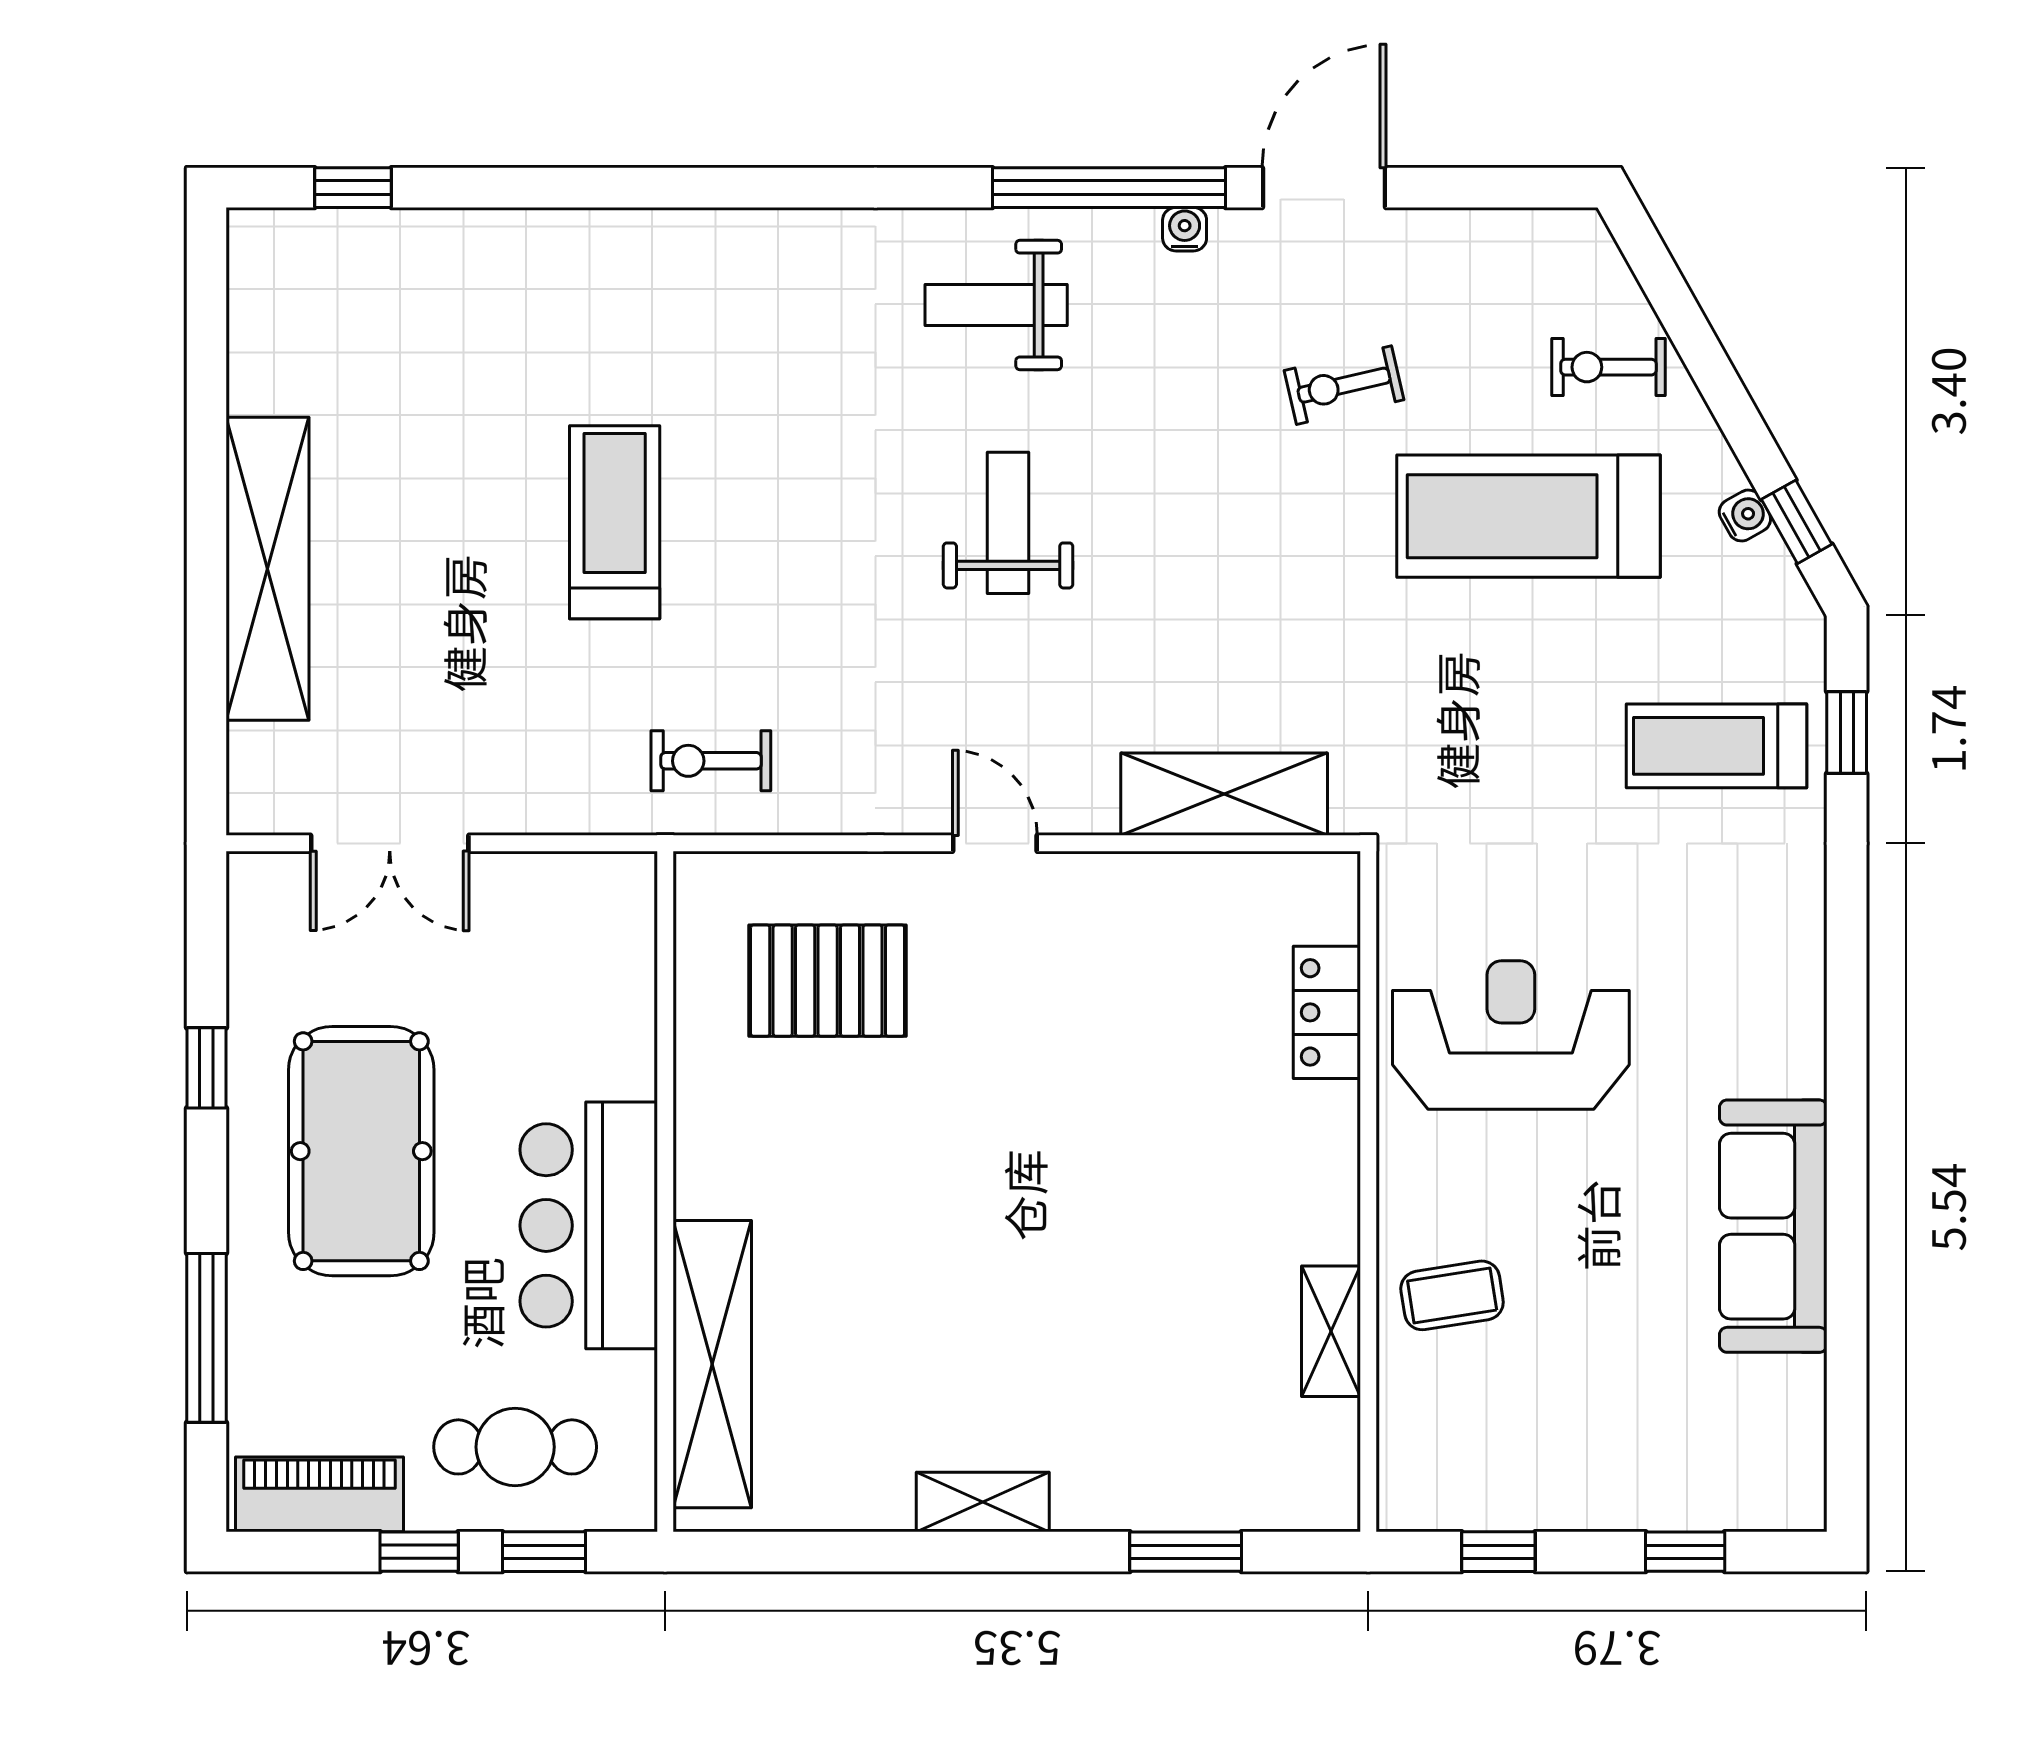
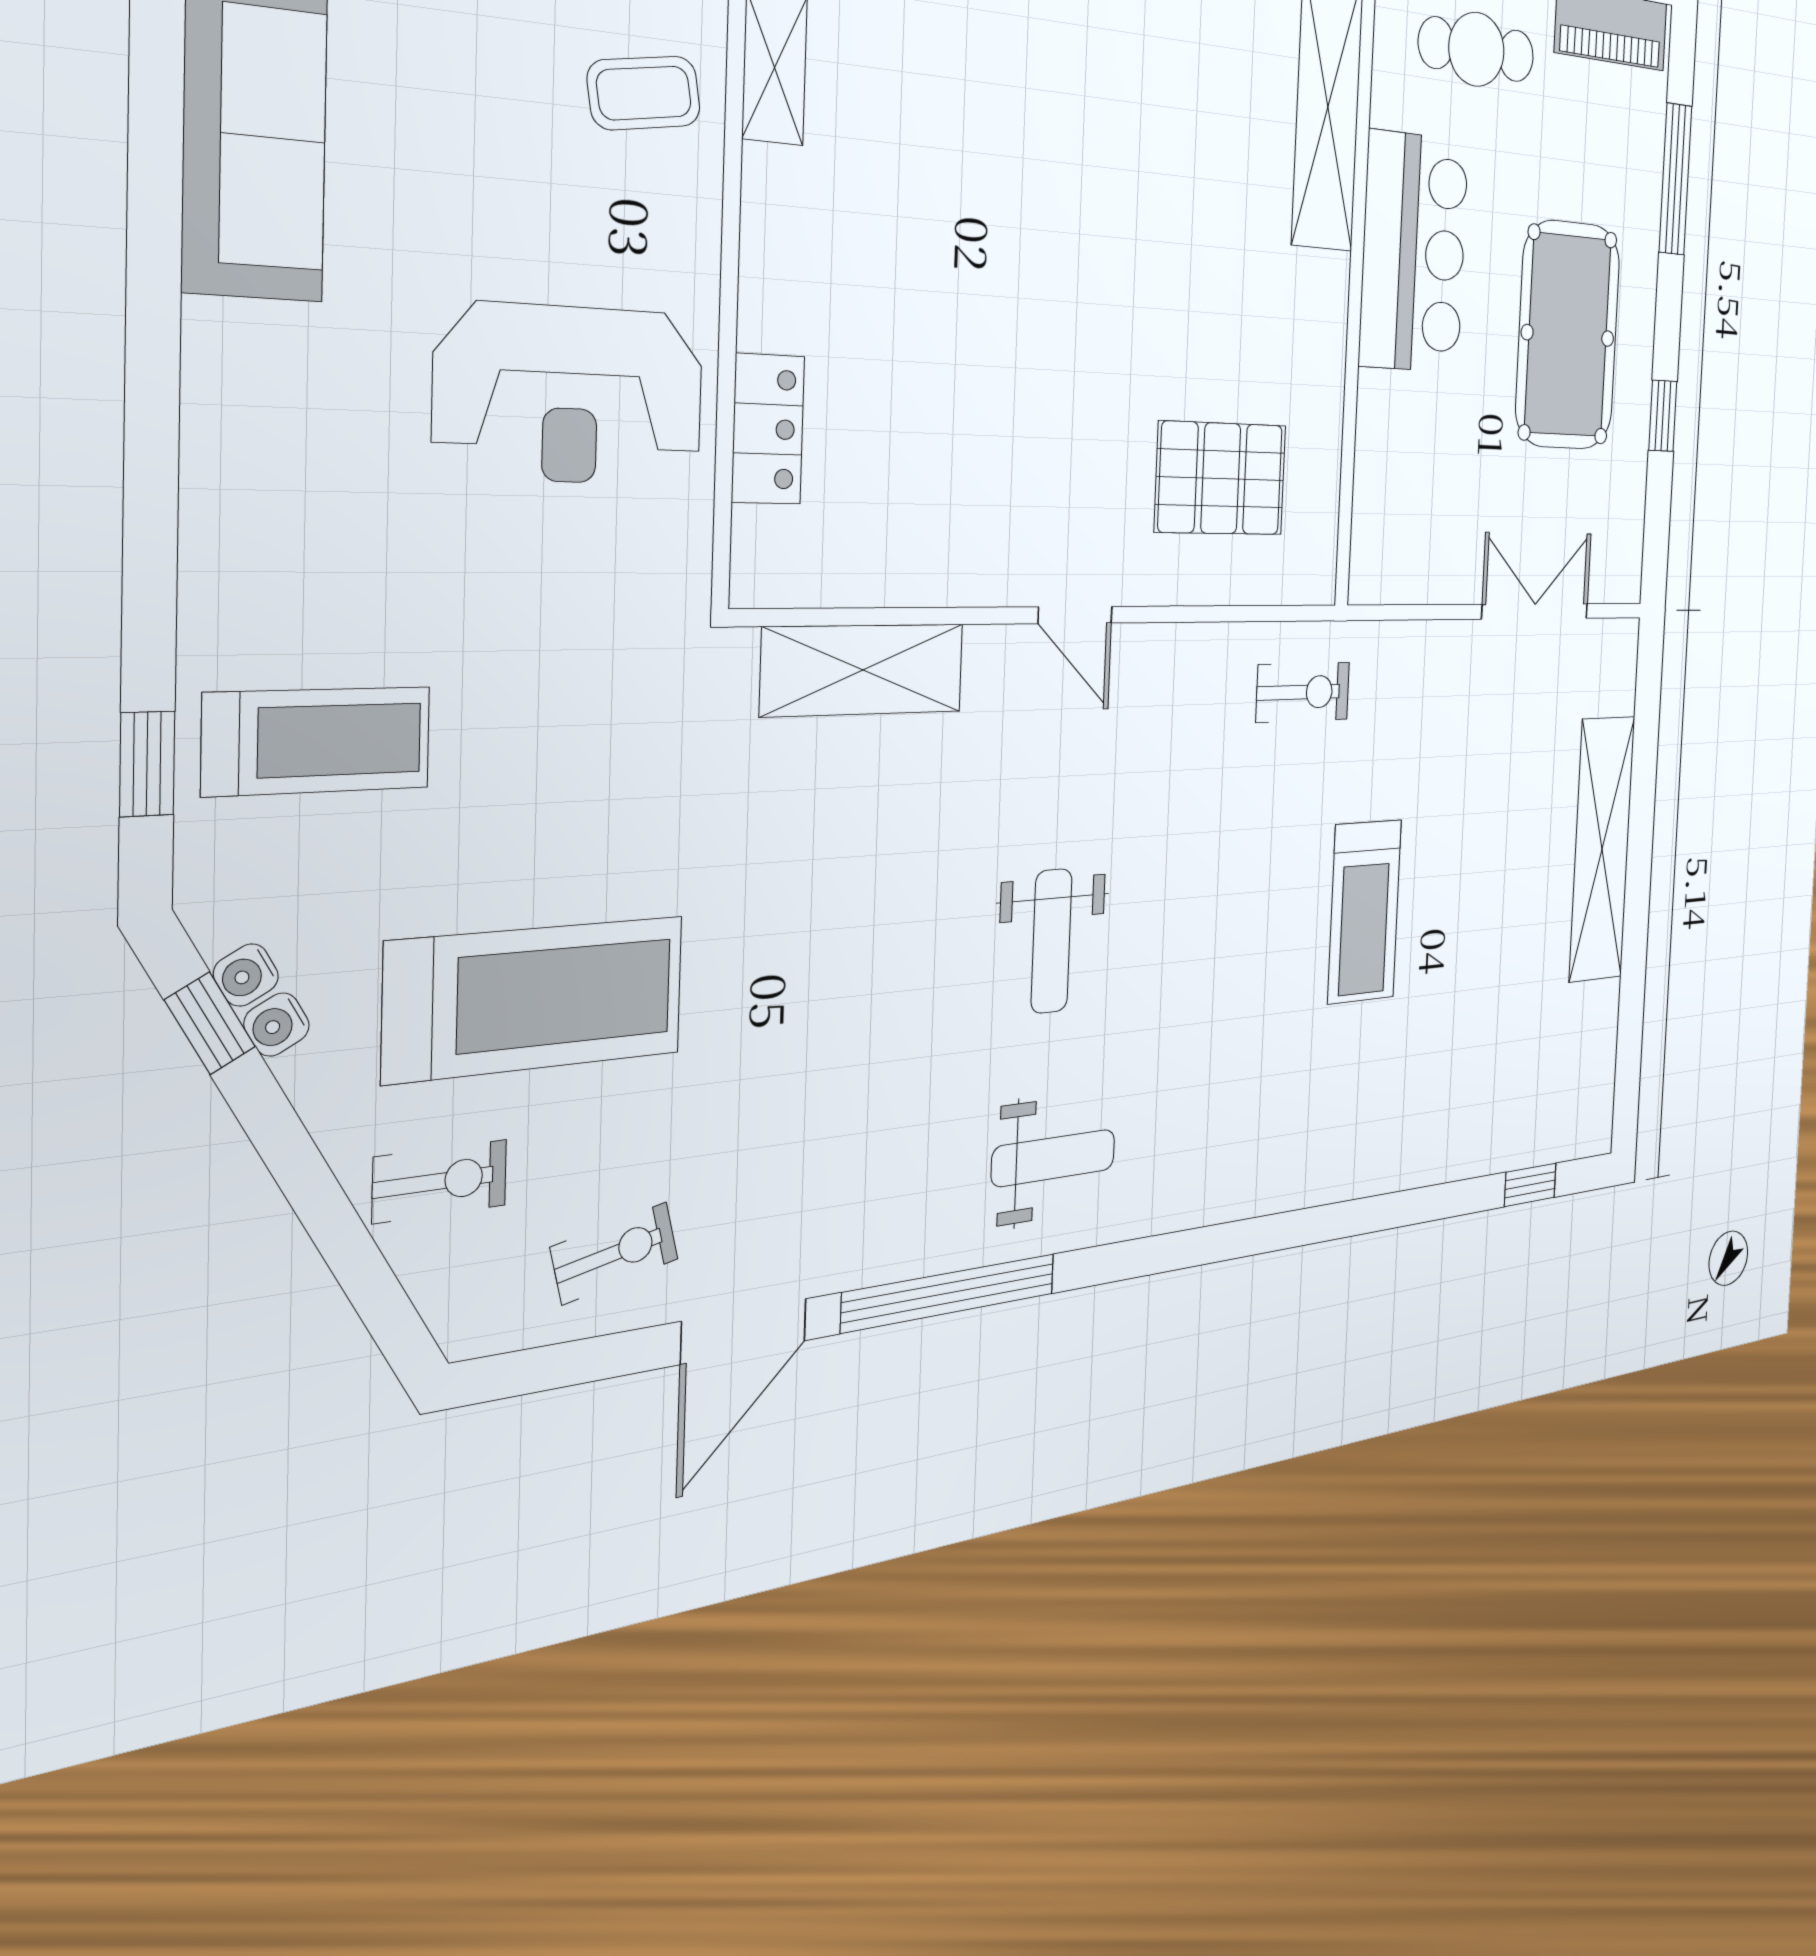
water cooler: (1185, 229) -> (246, 975), moved, turned 61
exercise bike: (1344, 385) -> (615, 1253), moved

